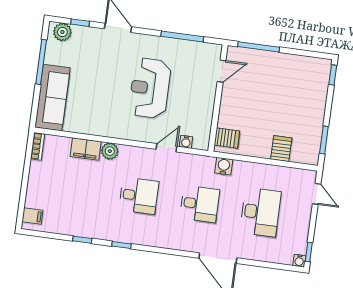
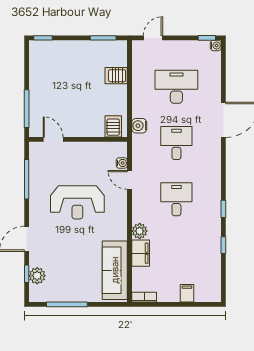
plant: (62, 32) -> (37, 276), moved
sofa: (52, 98) -> (115, 270), moved, turned -90
filing cabinet: (32, 216) -> (187, 293), moved

